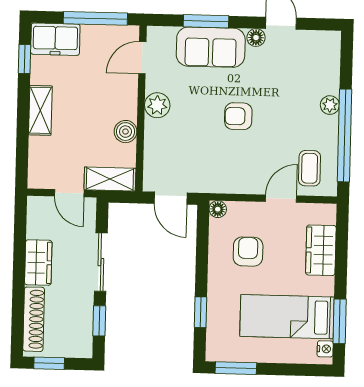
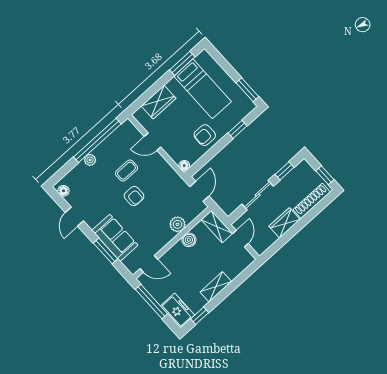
floor lamp: (256, 38) -> (63, 191), moved
plant: (157, 105) -> (178, 224), moved
coffee table: (310, 168) -> (126, 171), moved
armchair: (248, 252) -> (205, 135), moved
nightstand: (325, 349) -> (201, 58), removed

